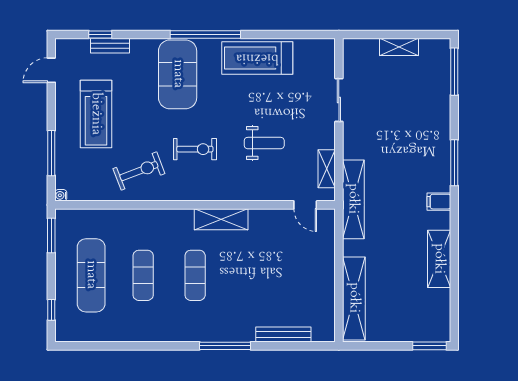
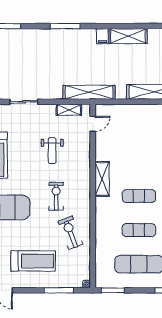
weight bench: (264, 143) -> (52, 151), turned 180
filing cabinet: (439, 202) -> (102, 36), moved

